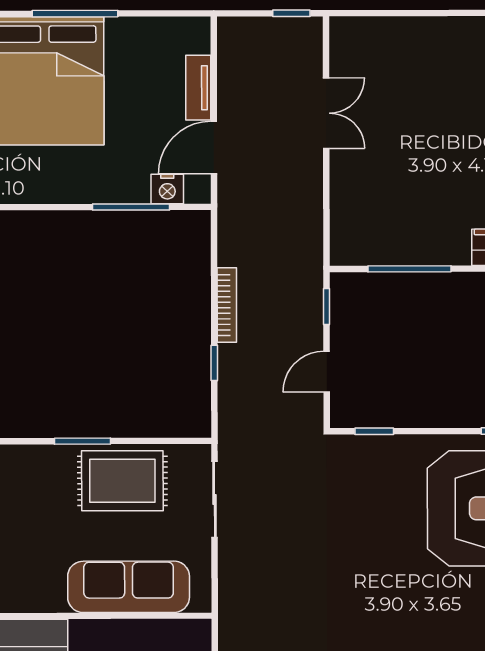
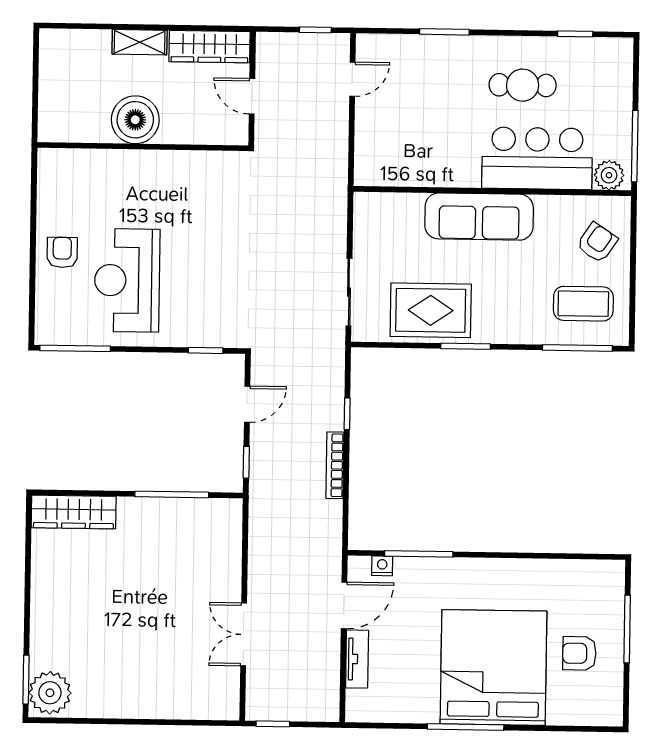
nightstand: (167, 189) -> (382, 566), width x0.72, depth x0.74
sofa: (129, 587) -> (479, 217), moved

